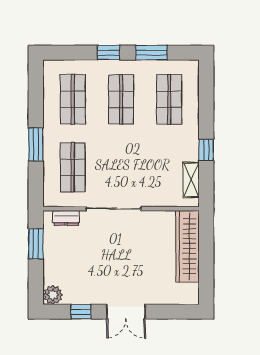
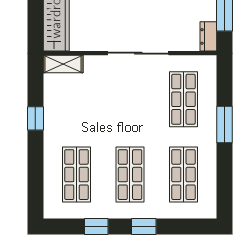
window: (151, 53) -> (96, 227), width x0.67
shelving: (191, 180) -> (63, 64), moved, turned 90
dresser: (66, 218) -> (208, 36), moved, turned -90

